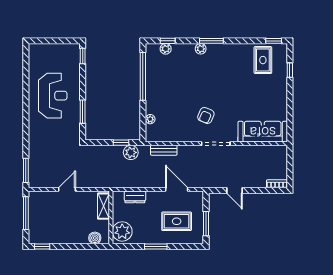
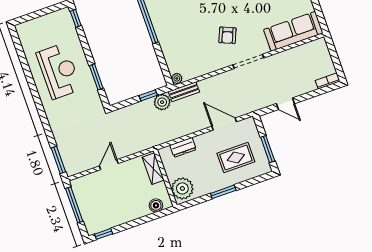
plant: (150, 119) -> (177, 78), moved
bench: (164, 150) -> (184, 92), moved

